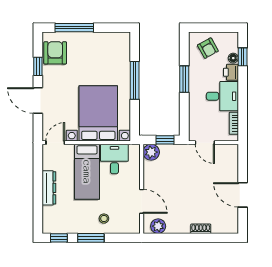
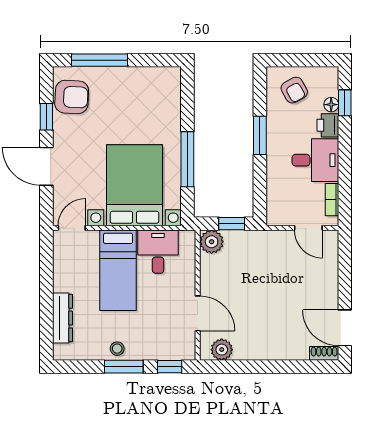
armchair: (55, 53) -> (72, 97), turned 93
window: (135, 80) -> (187, 159), moved
door: (205, 143) -> (308, 228), moved
dresser: (49, 188) -> (63, 318), moved
door: (243, 195) -> (345, 328), moved
stool: (104, 219) -> (117, 349), moved
shoe rack: (201, 229) -> (324, 353), moved
window: (59, 238) -> (170, 367), moved

